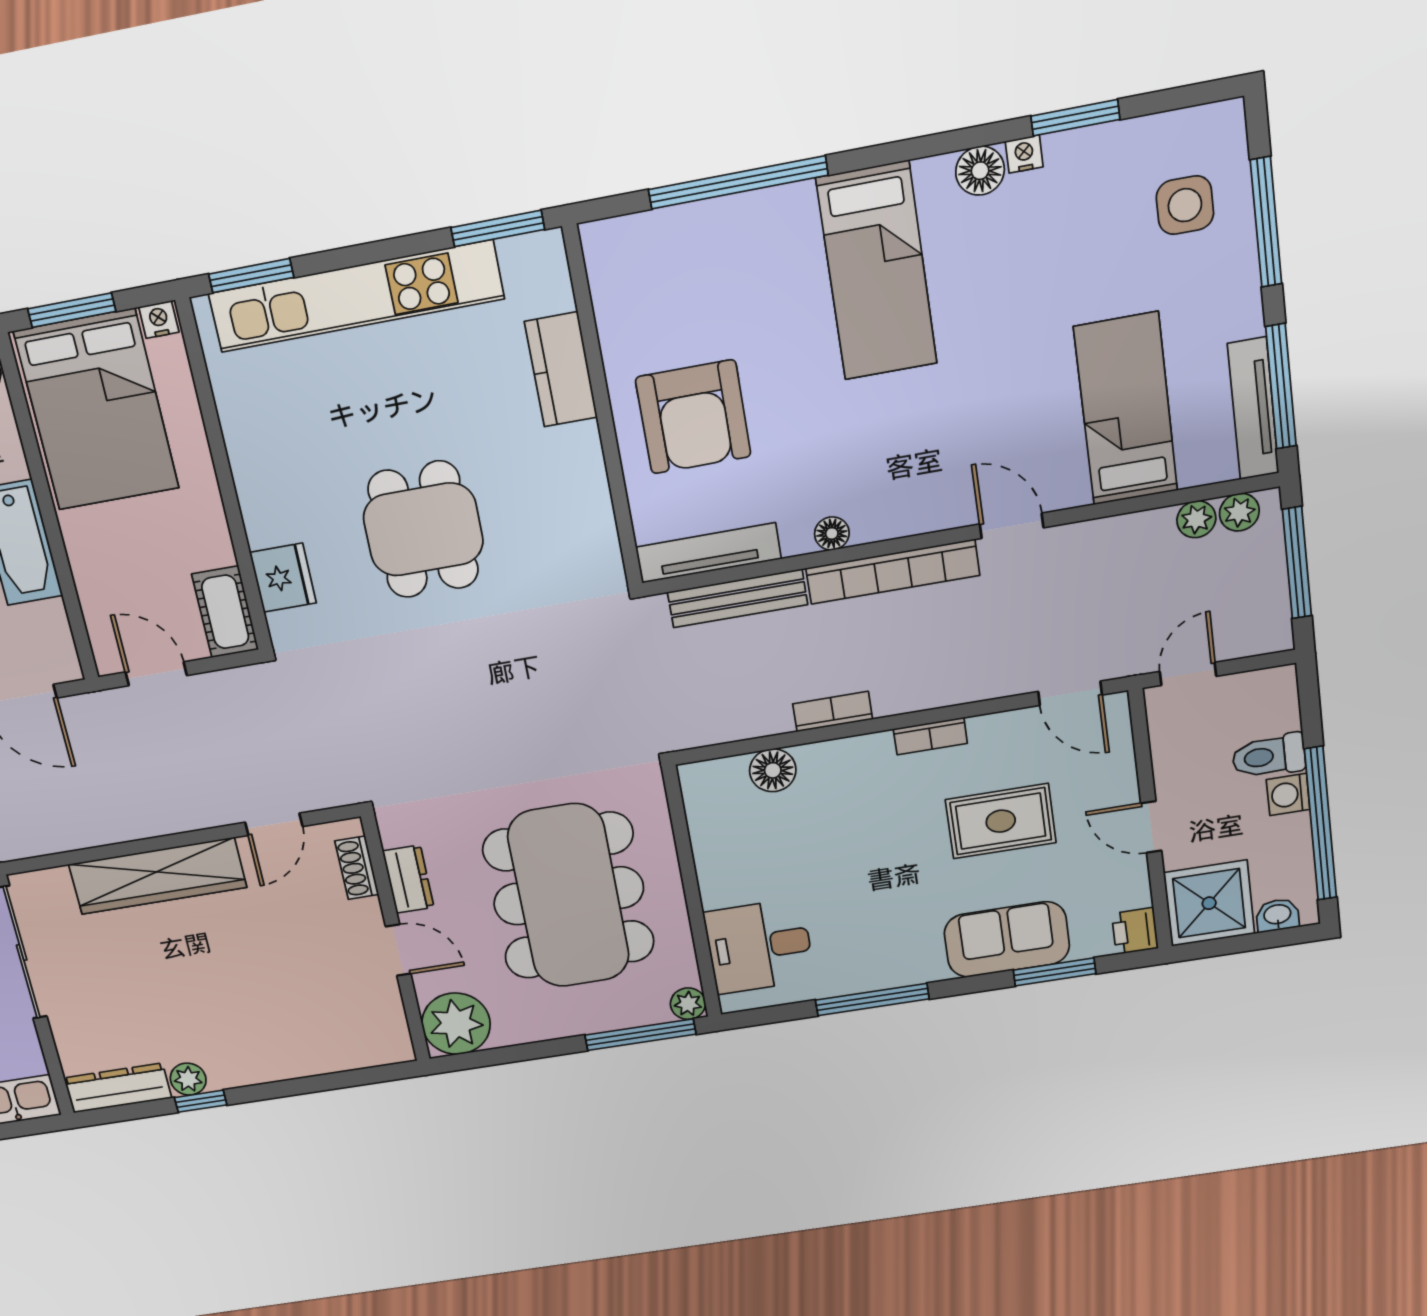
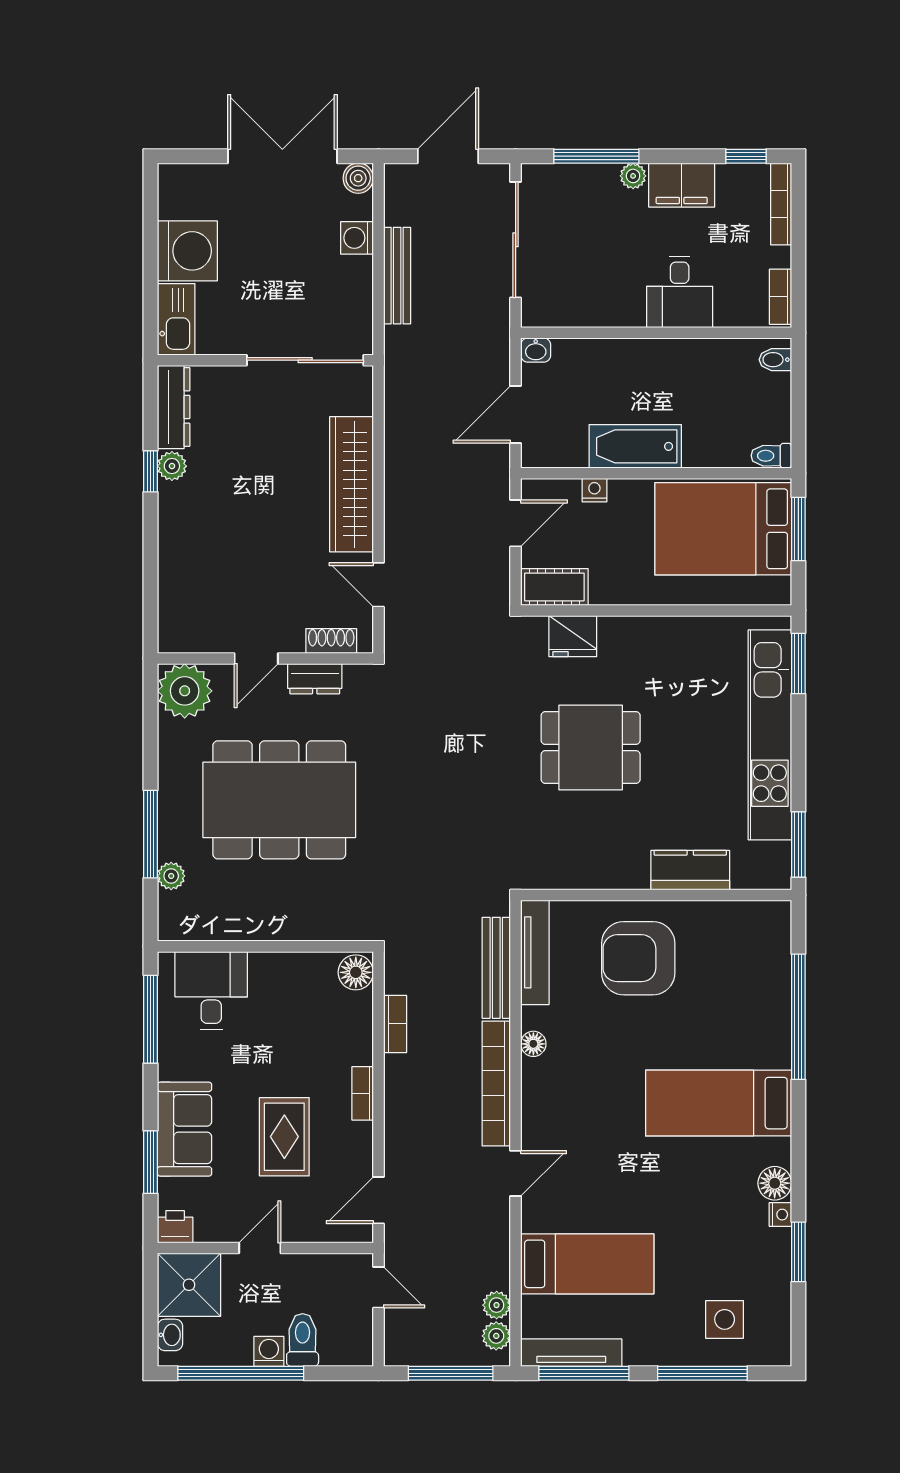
nightstand: (159, 320) -> (594, 490), moved, turned -90
wall: (692, 893) -> (265, 946), moved
desk: (759, 946) -> (211, 991), moved

